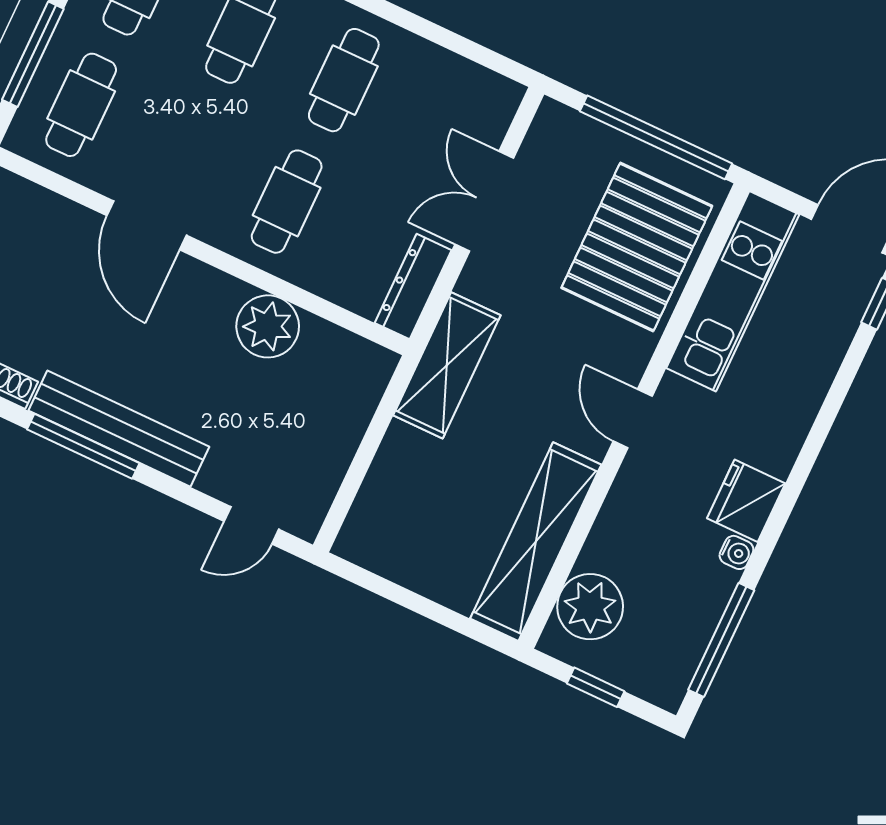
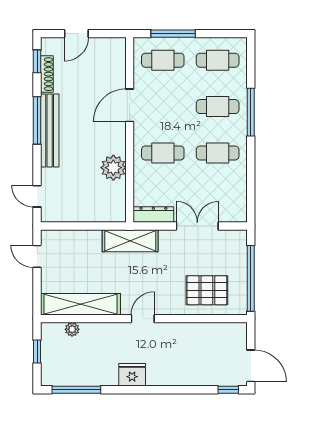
pallet: (637, 247) -> (207, 290), width x0.73, depth x0.71
kitchen unit: (733, 291) -> (207, 333), removed
water cooler: (736, 552) -> (111, 380), removed
door: (385, 588) -> (37, 256), added
plant: (590, 607) -> (72, 329), width x0.53, depth x0.53

